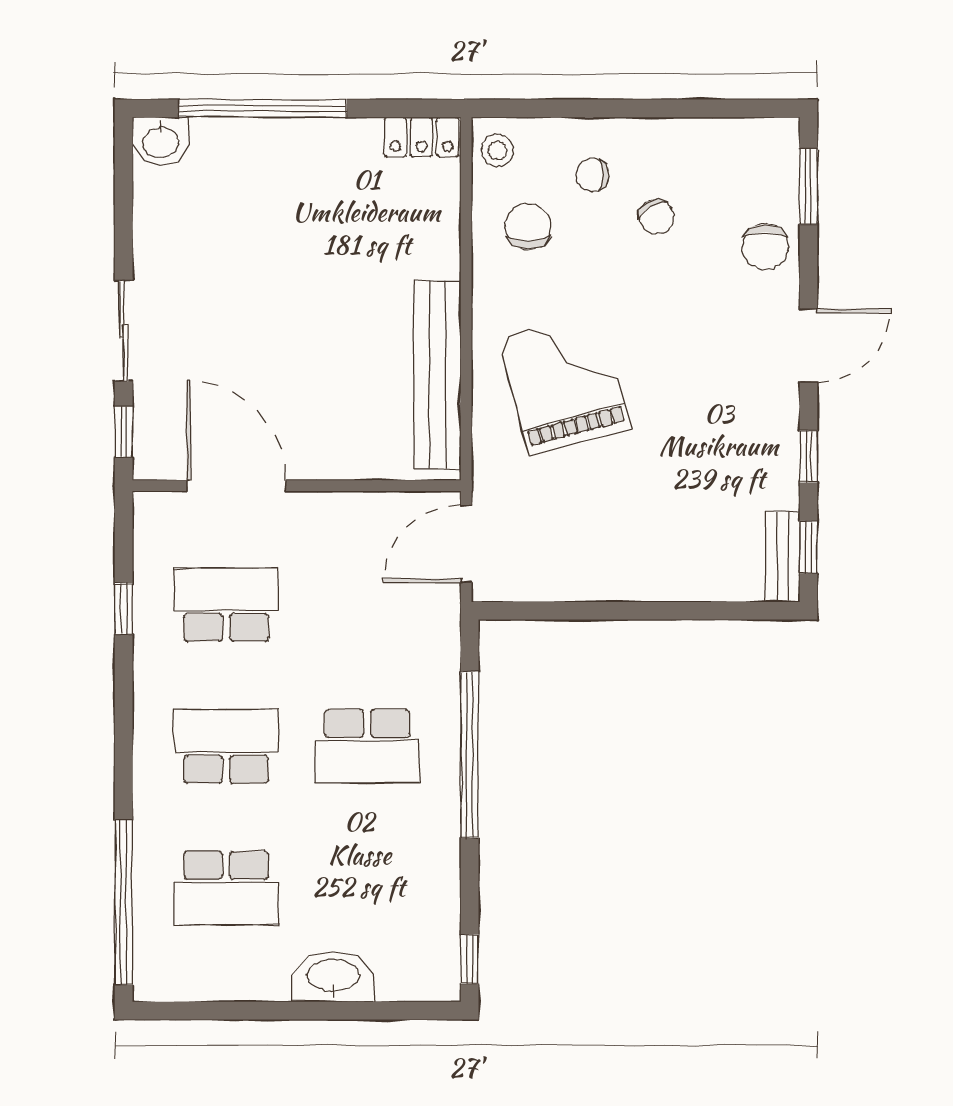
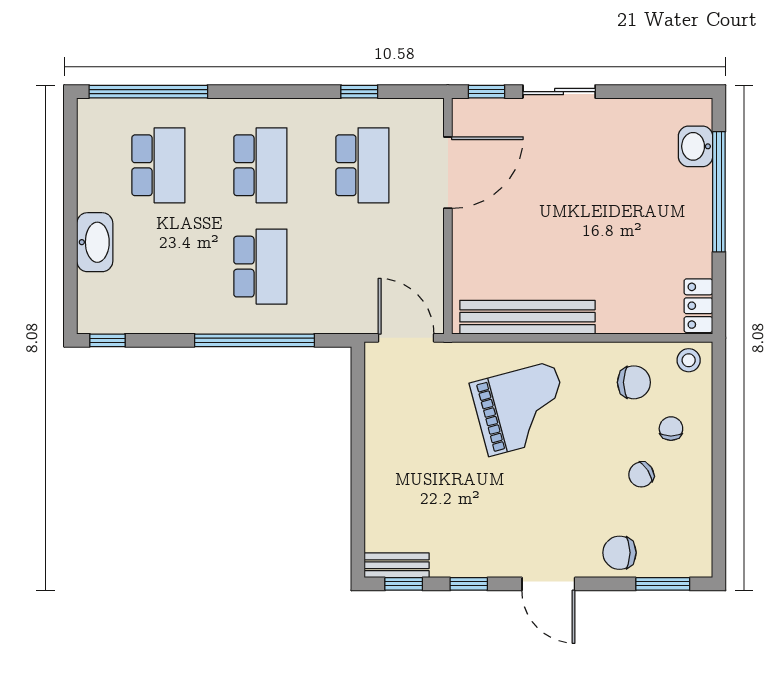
washbasin: (161, 141) -> (695, 146), moved
school desk: (367, 746) -> (260, 267), turned 180
school desk: (226, 888) -> (158, 165), turned 180

